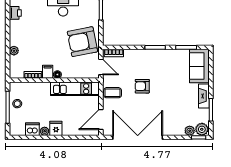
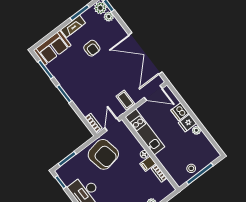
armchair: (142, 86) -> (92, 48), moved
dishwasher: (32, 129) -> (180, 112), moved

